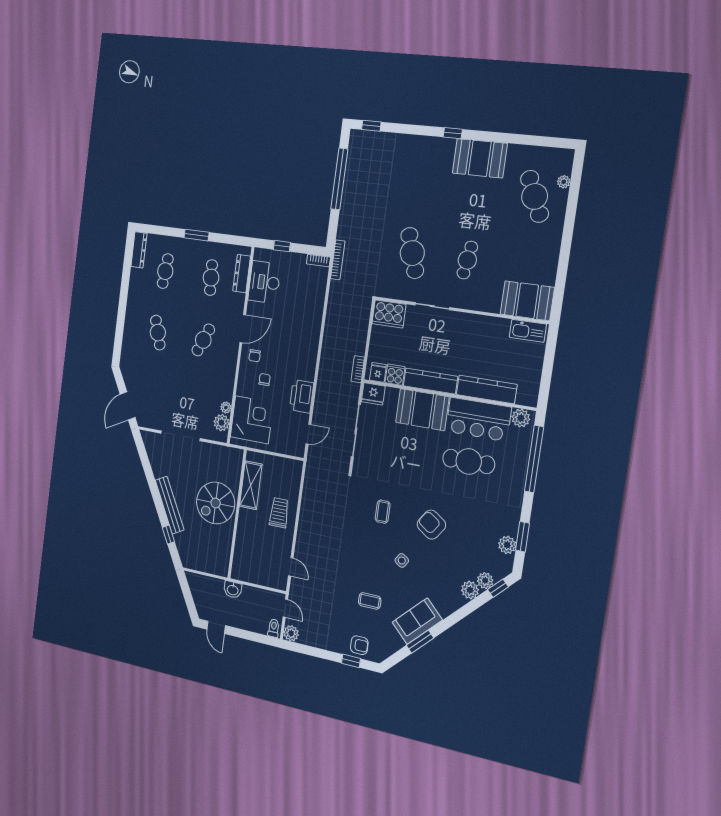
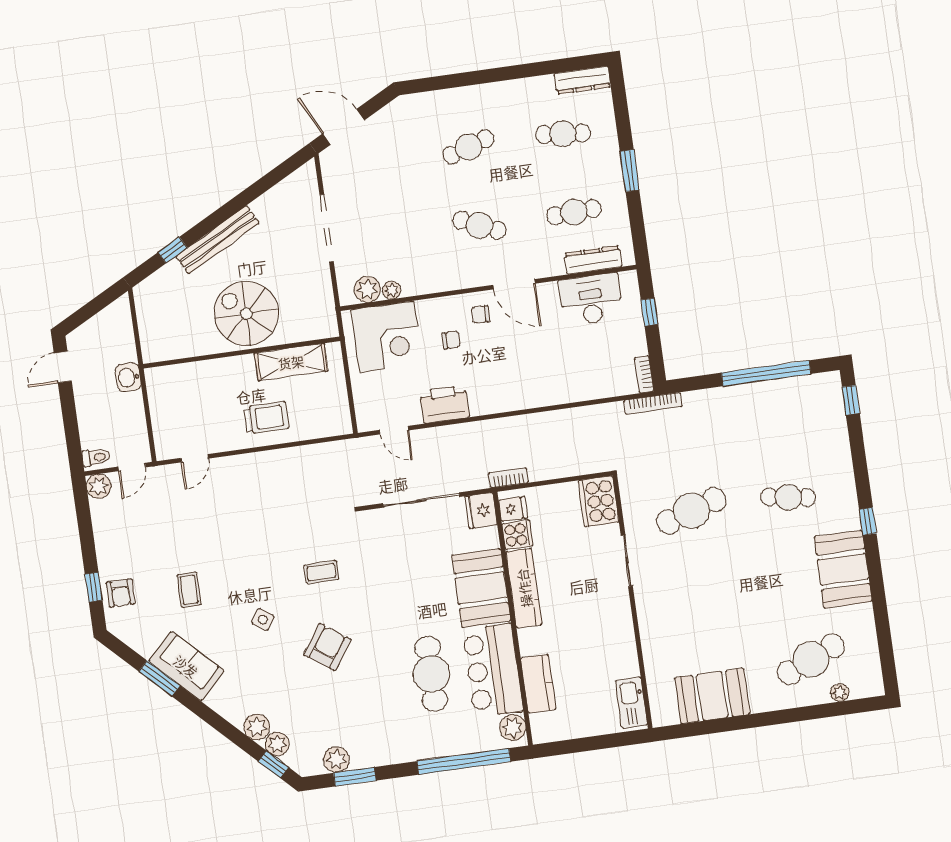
cafe table: (467, 260) -> (788, 497), moved
booth: (527, 301) -> (712, 696), moved, turned 90
kitchen counter: (487, 389) -> (538, 684), width x0.67

